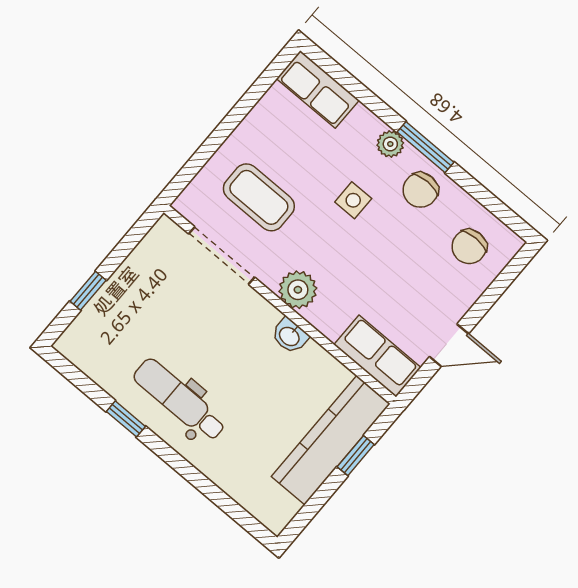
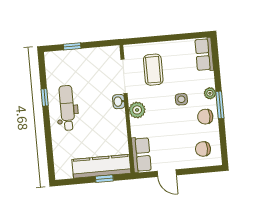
washbasin: (290, 336) -> (119, 102), moved

